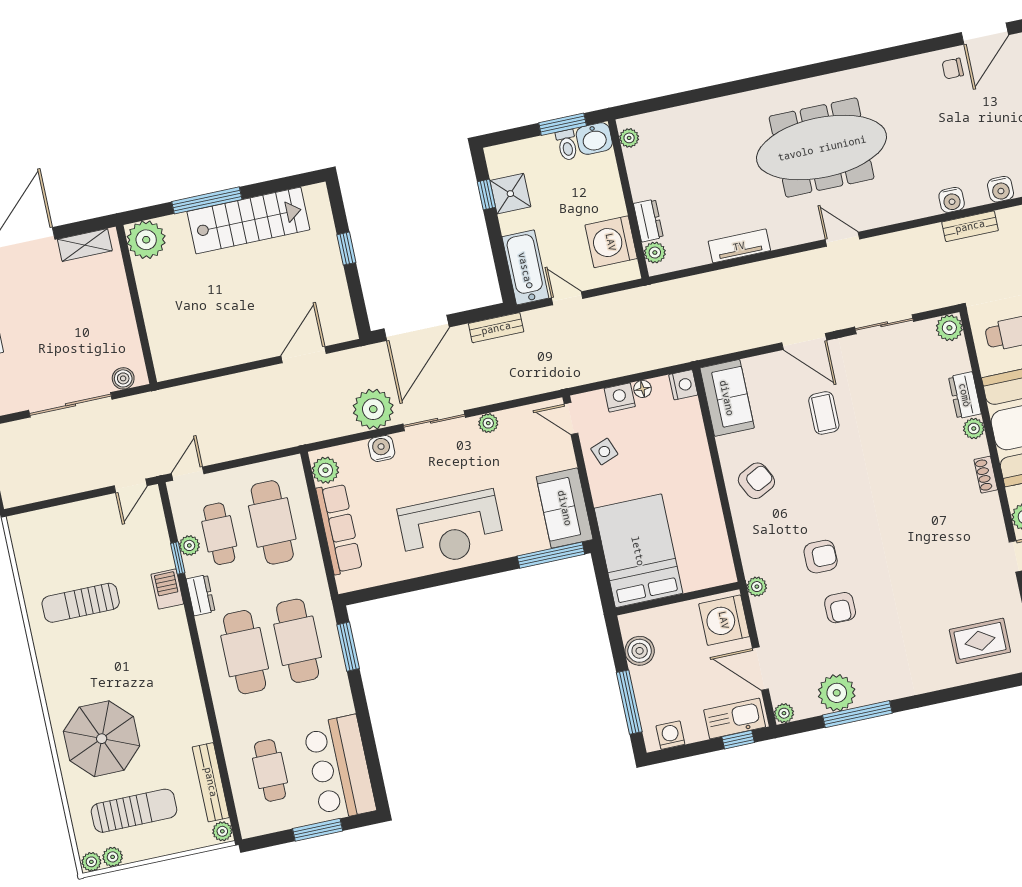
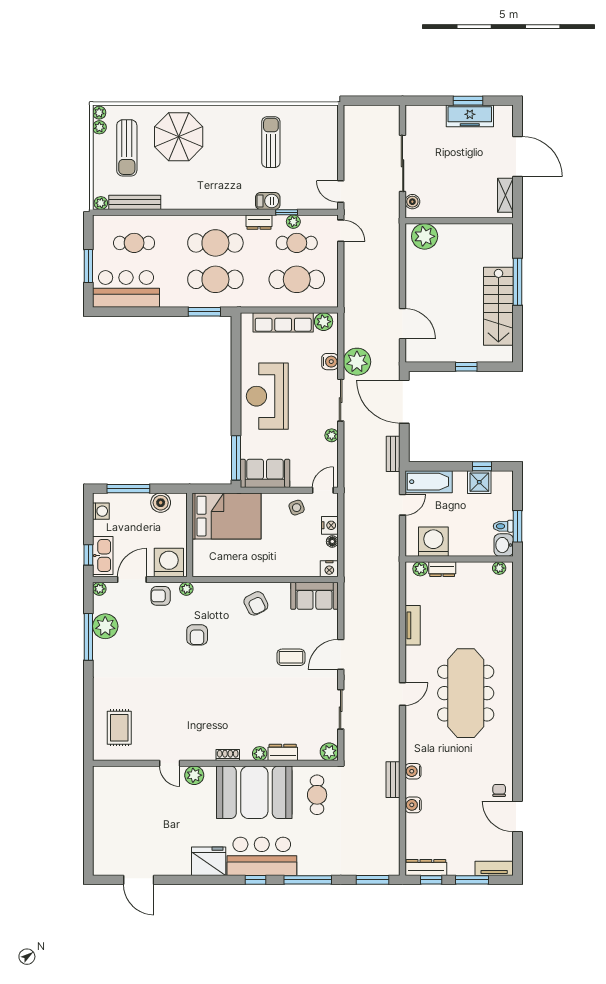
plant: (146, 240) -> (425, 236), moved
armchair: (840, 608) -> (161, 596), moved

